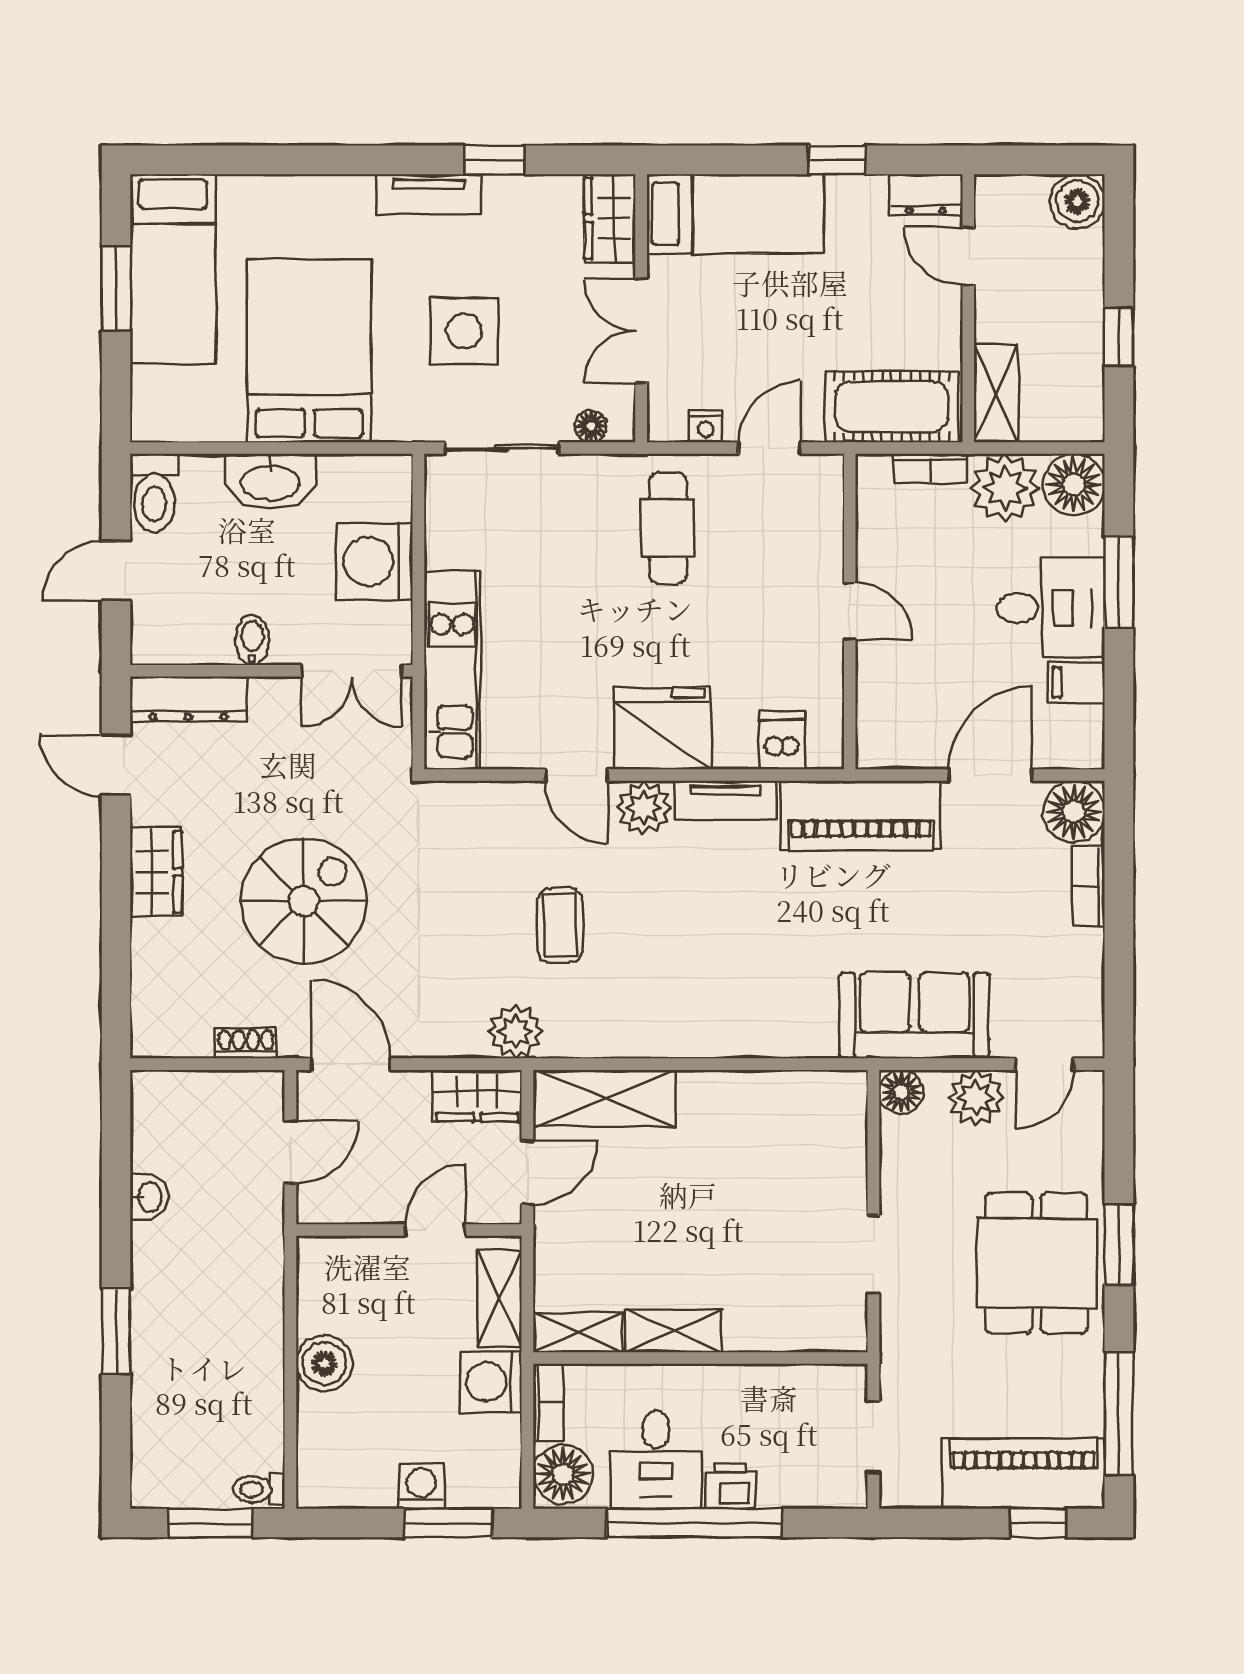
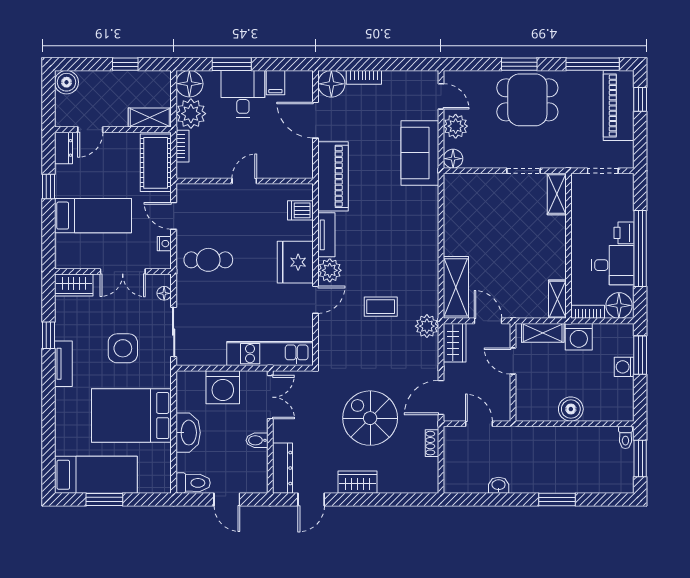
bed: (735, 214) -> (93, 216), moved, turned 90
shelving: (674, 1331) -> (557, 194), moved

